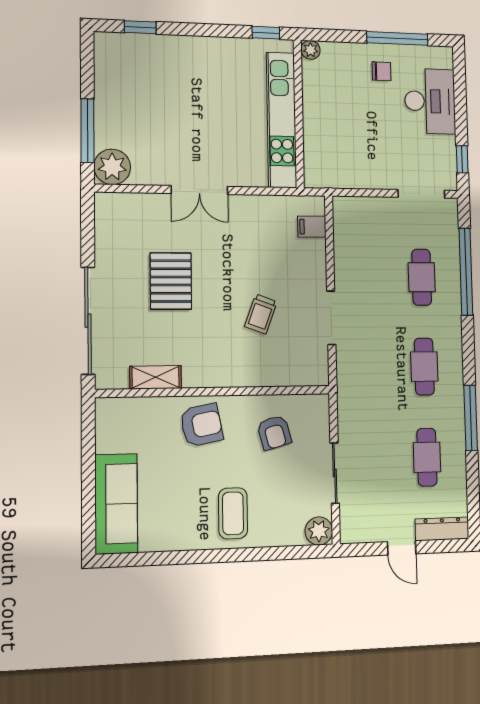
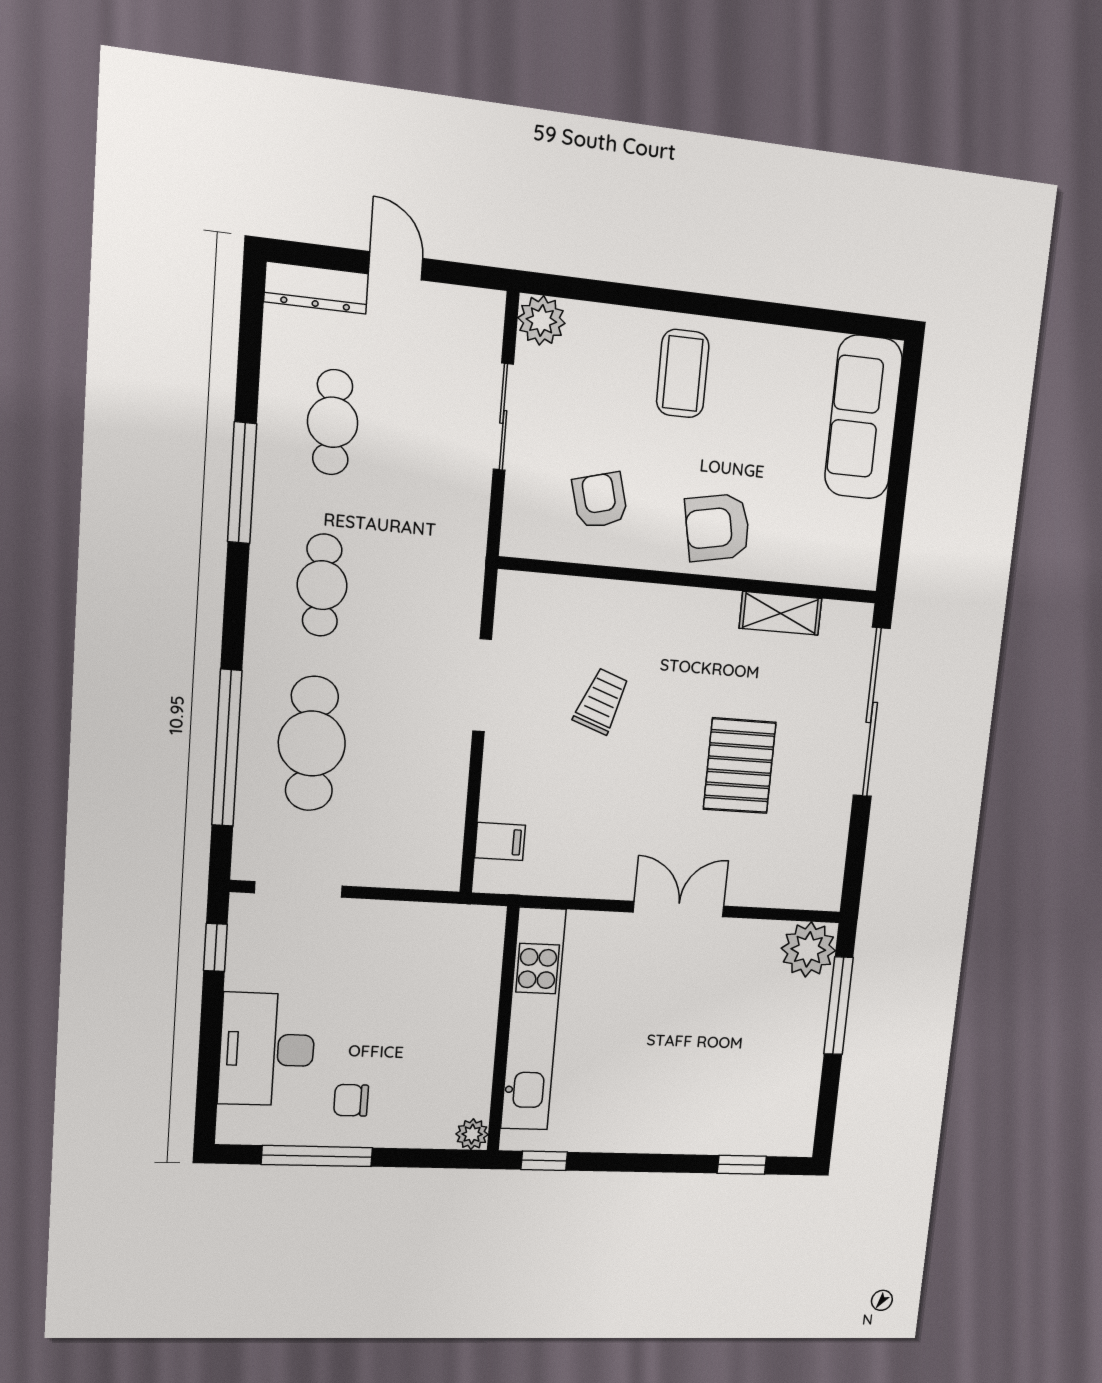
cafe table: (422, 277) -> (312, 744), width x1.37, depth x1.35

